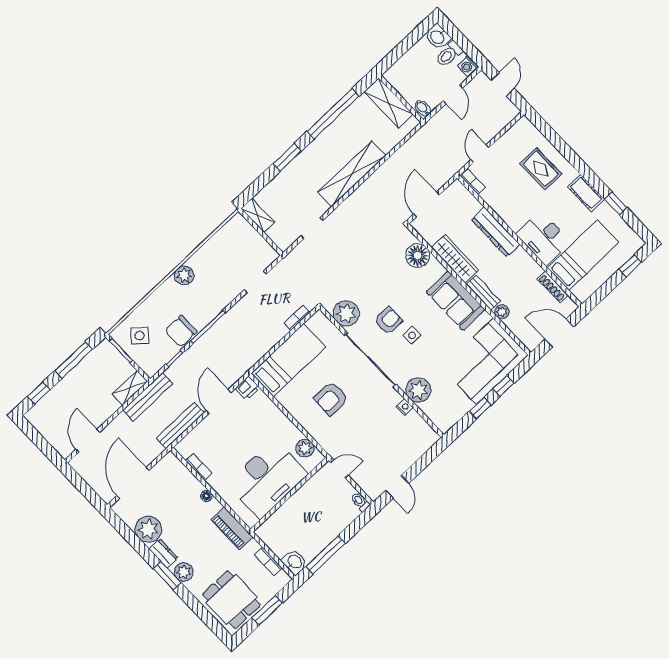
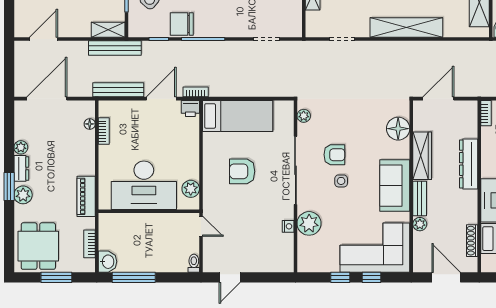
plant: (346, 313) -> (304, 116), width x0.53, depth x0.53
bookcase: (297, 318) -> (196, 92), moved
floor lamp: (206, 496) -> (90, 124), moved
plant: (148, 529) -> (21, 147), width x0.53, depth x0.53

